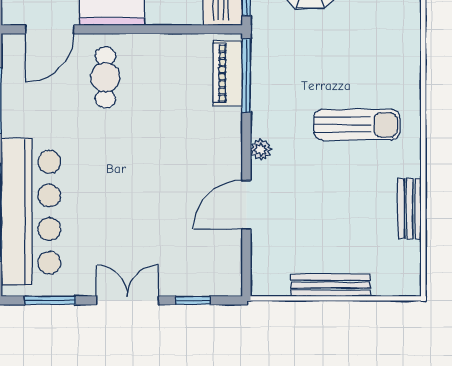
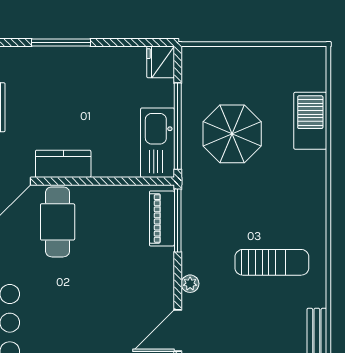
cafe table: (105, 77) -> (58, 222), width x1.37, depth x1.35

